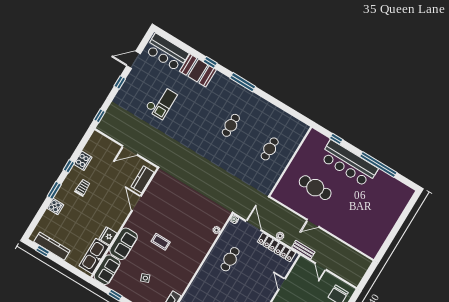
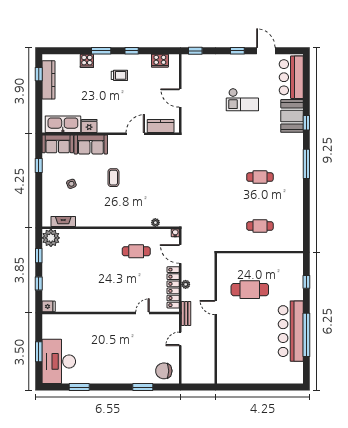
cooker: (83, 161) -> (160, 61), moved
bar counter: (349, 164) -> (291, 331), moved
cafe table: (315, 188) -> (250, 290), turned 90
door: (253, 226) -> (180, 254), swing flipped

